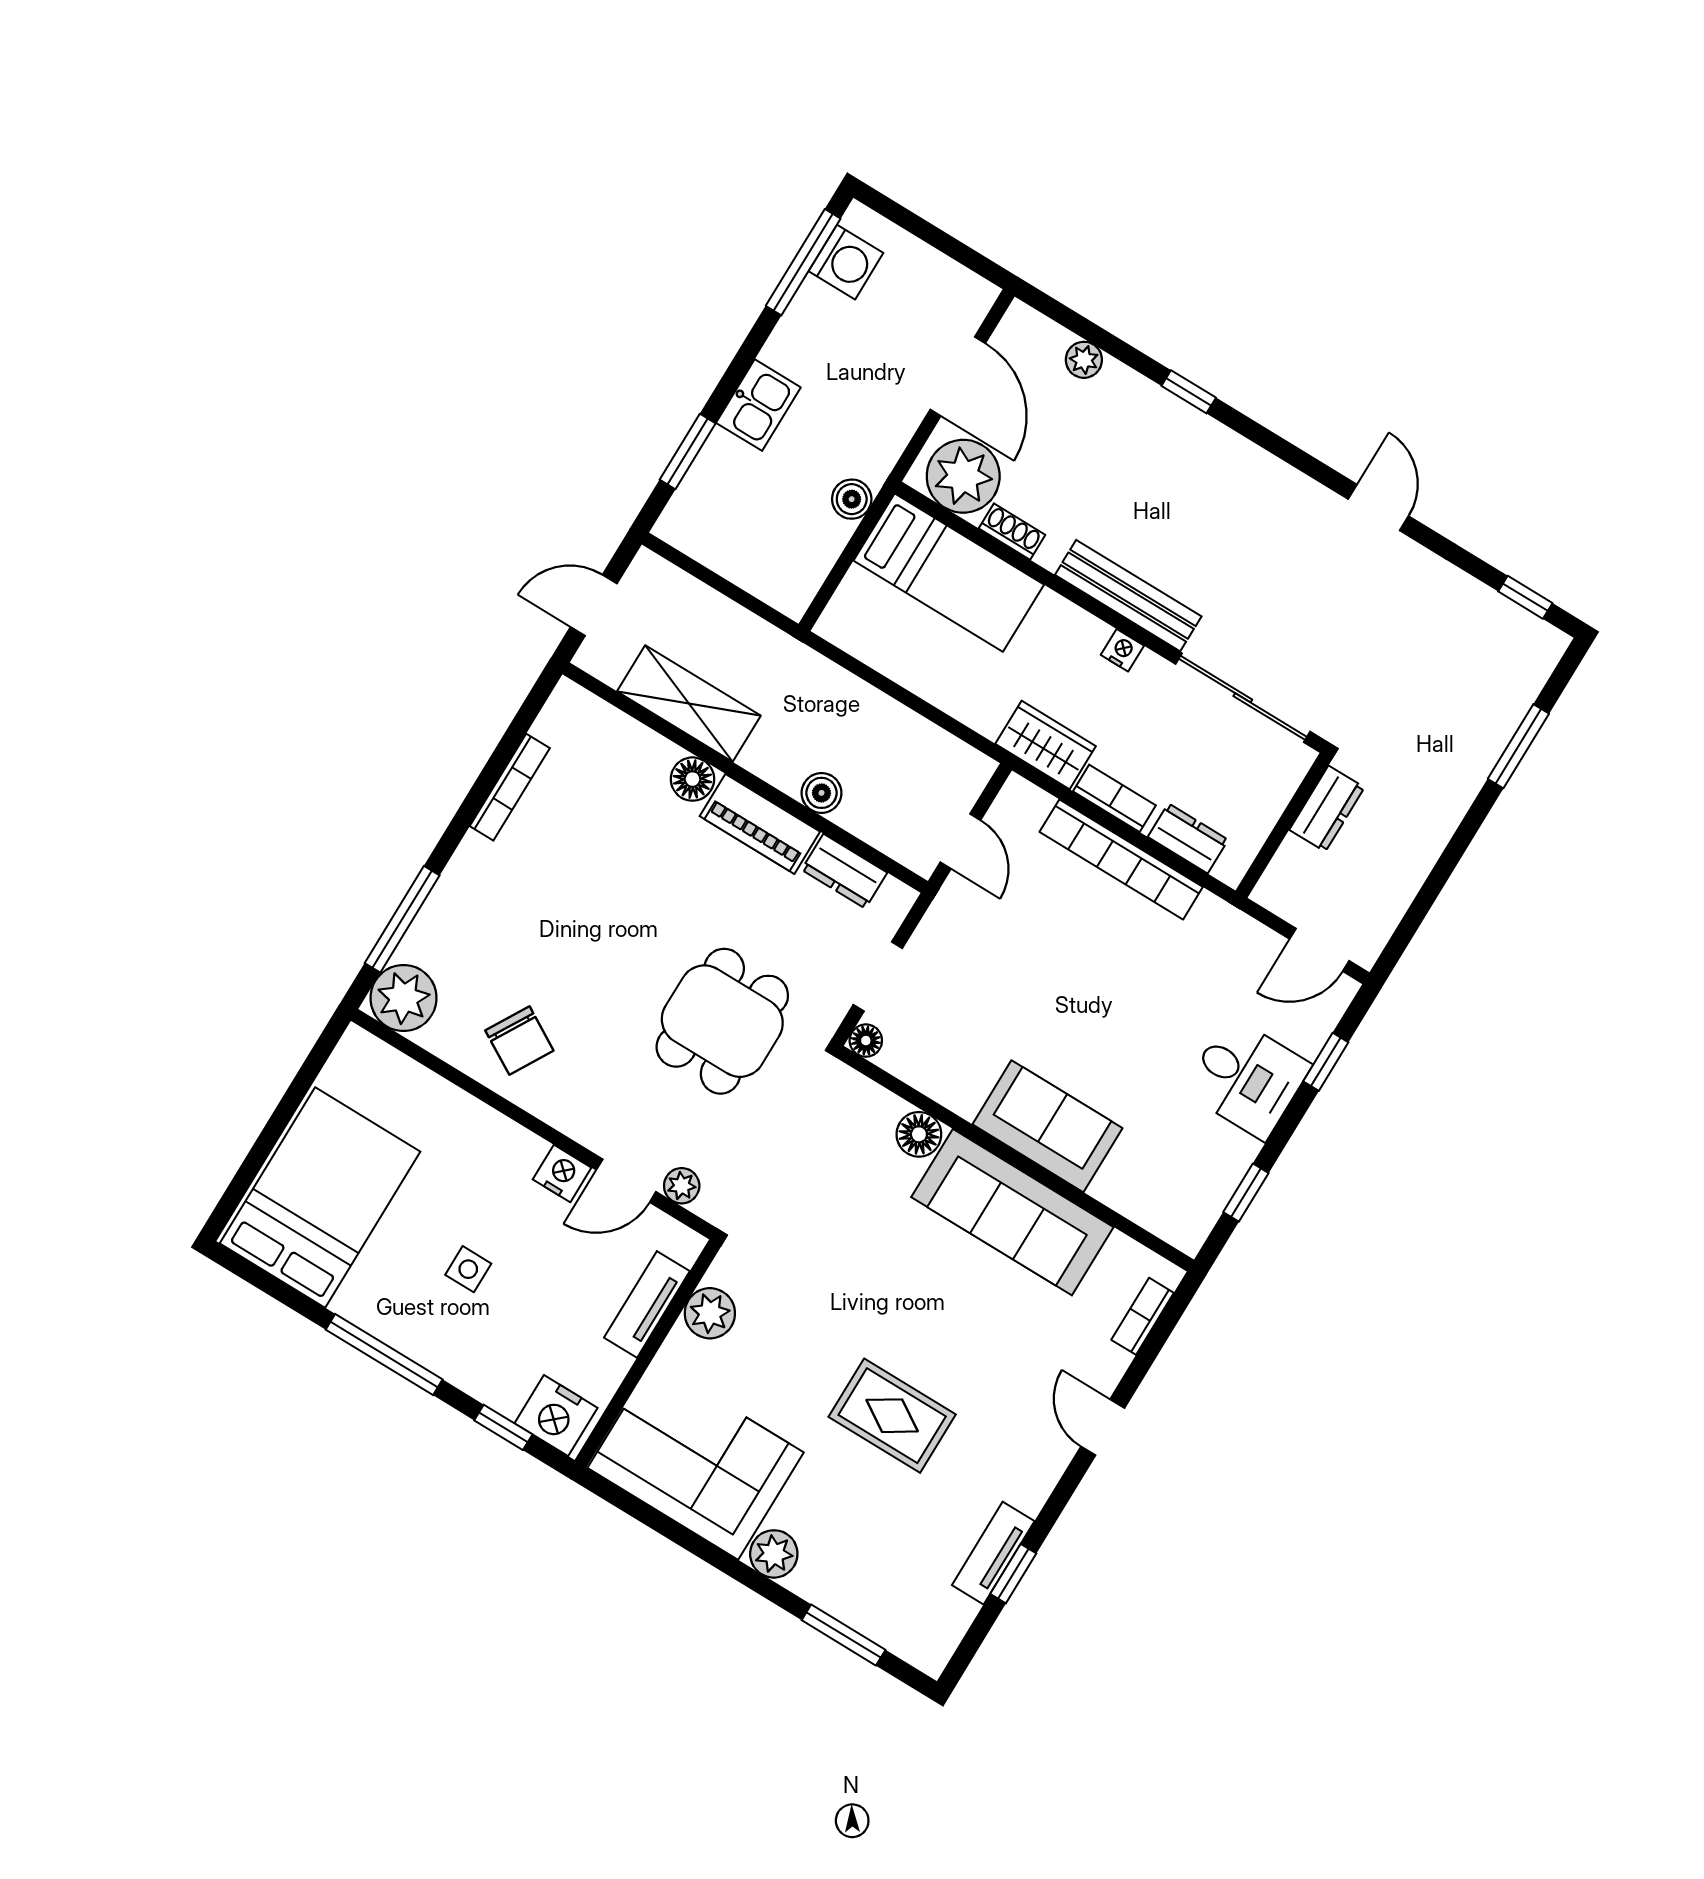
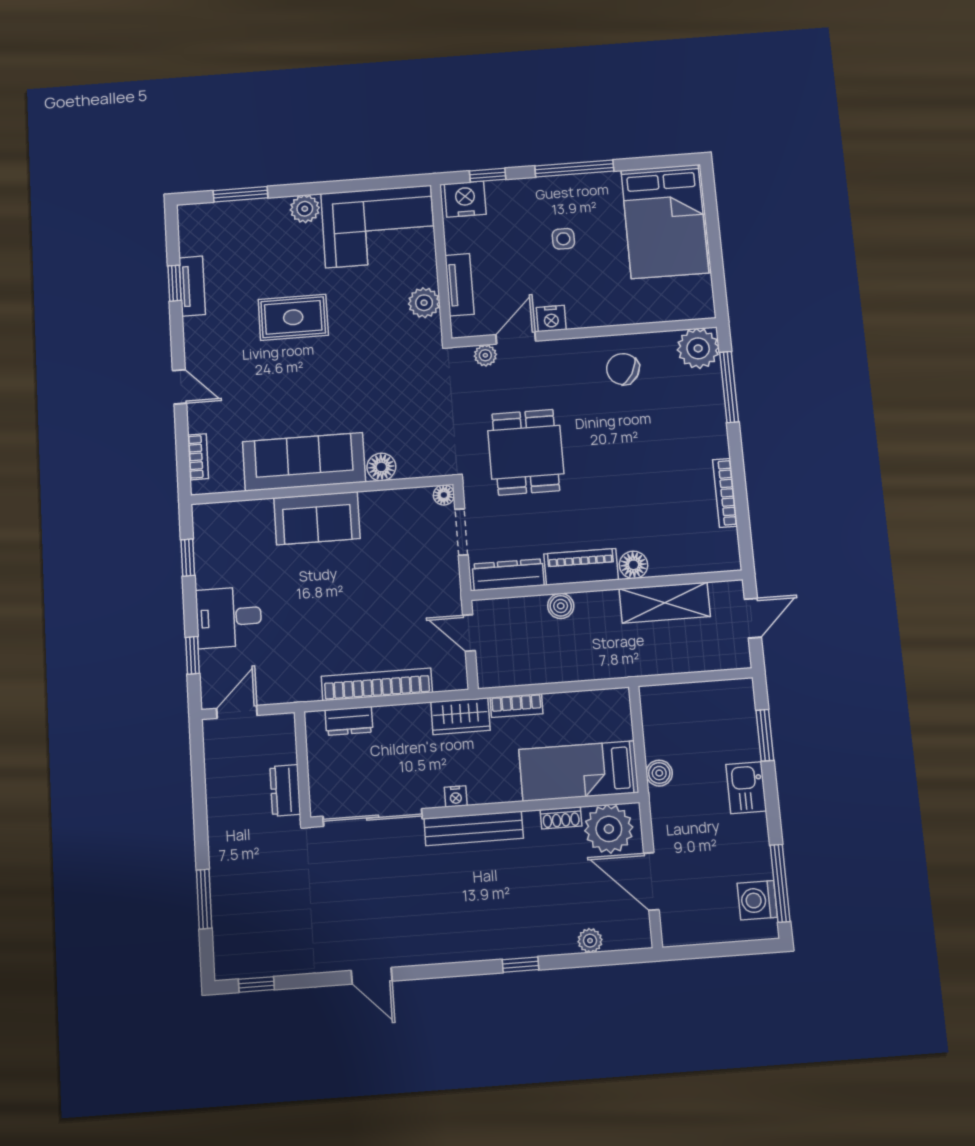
bookcase: (1114, 798) -> (517, 706), moved
dresser: (844, 871) -> (508, 575), width x1.44

